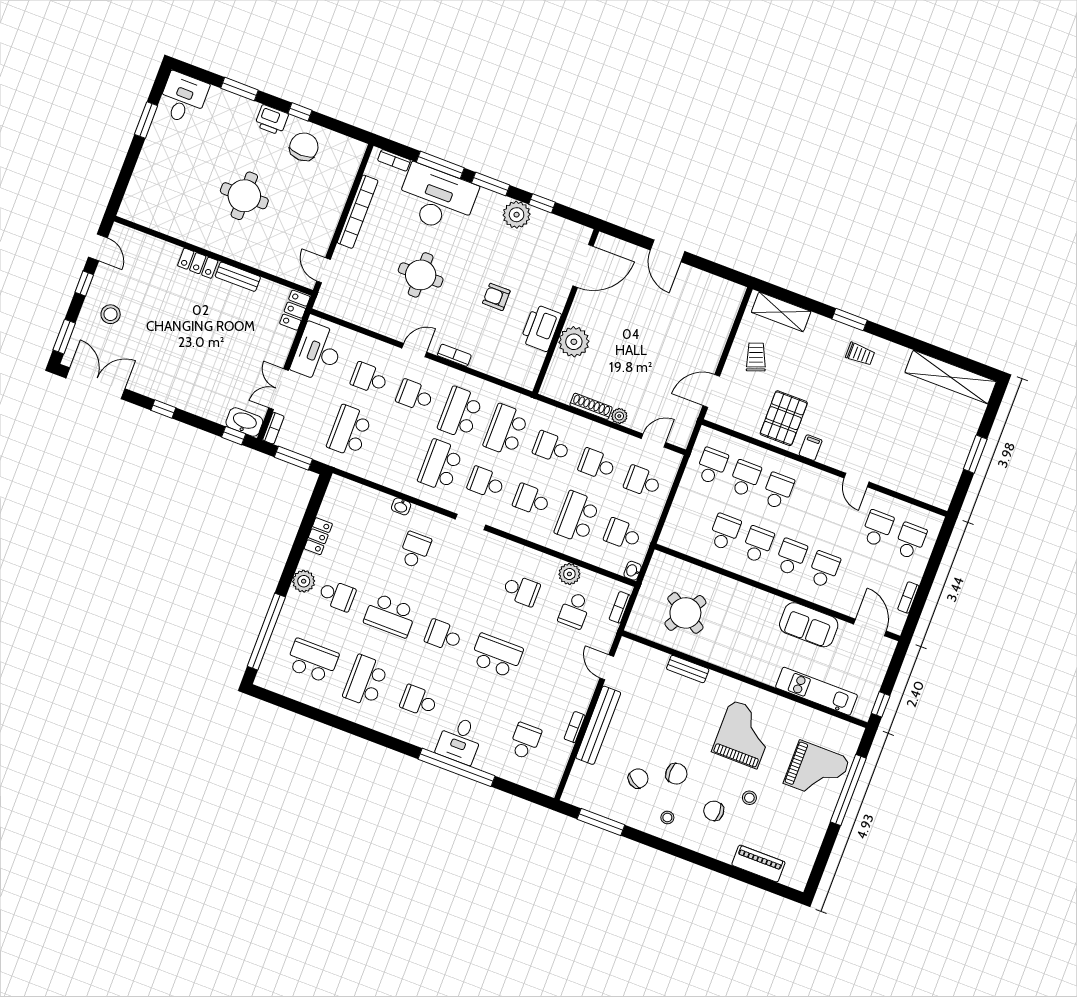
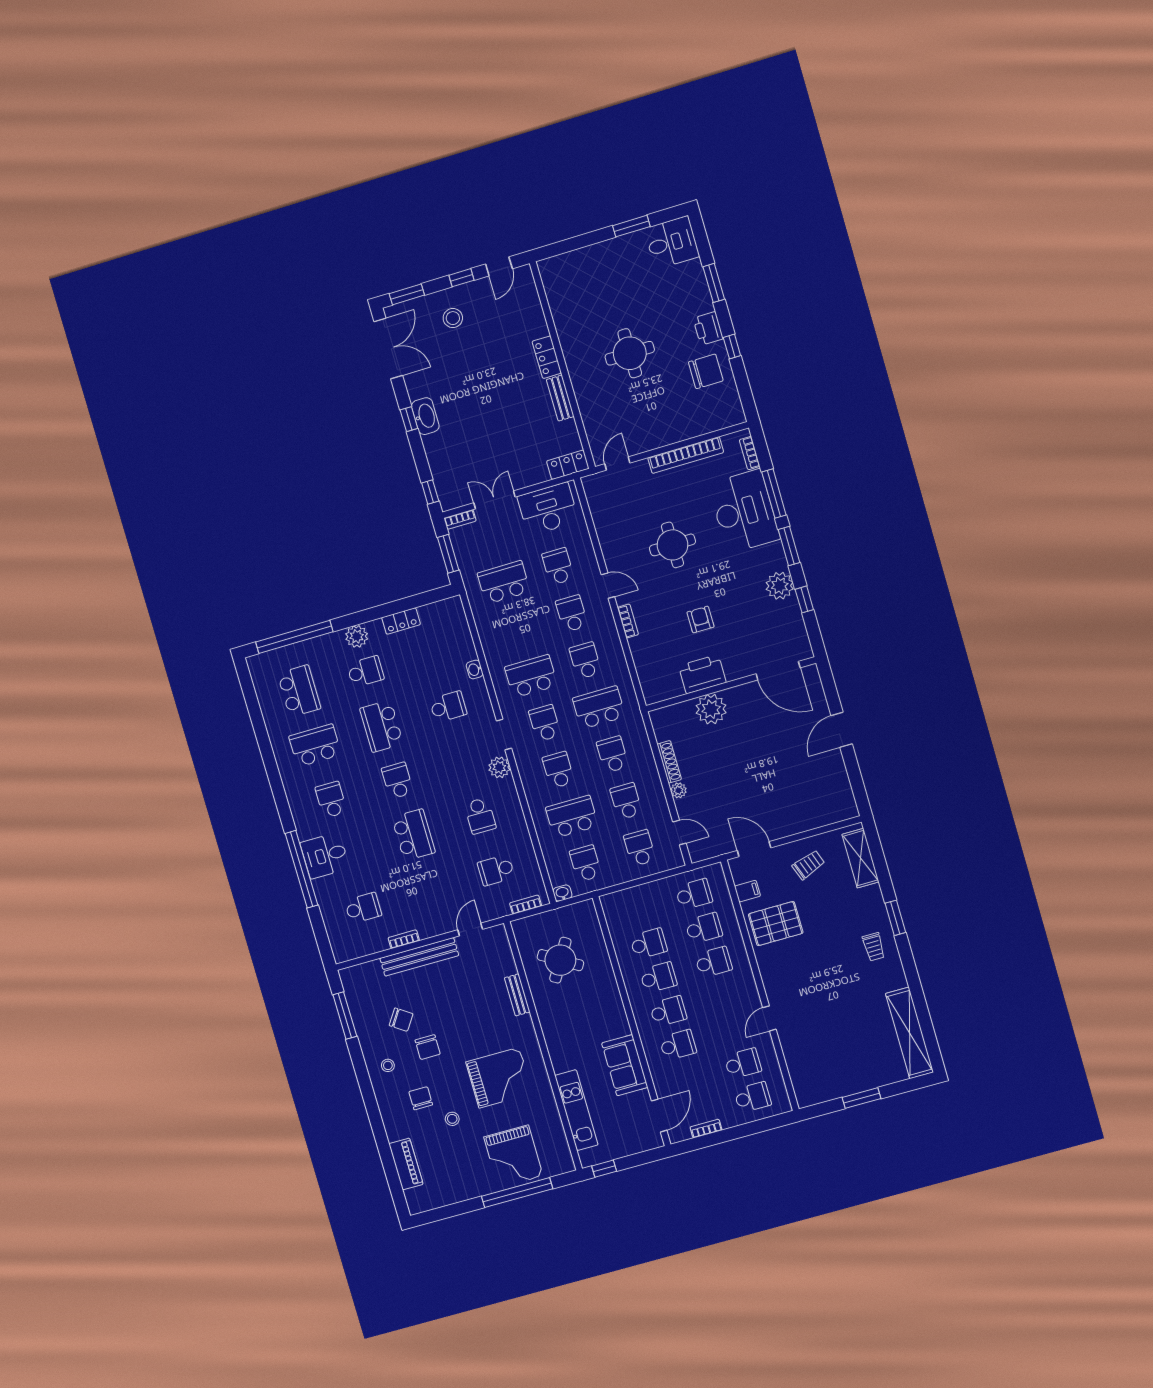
school desk: (460, 413) -> (585, 661), width x0.54
washbasin: (244, 422) -> (425, 416), moved
filing cabinet: (811, 448) -> (747, 891), moved
plant: (569, 574) -> (499, 767), moved
school desk: (337, 595) -> (365, 672), turned -90

